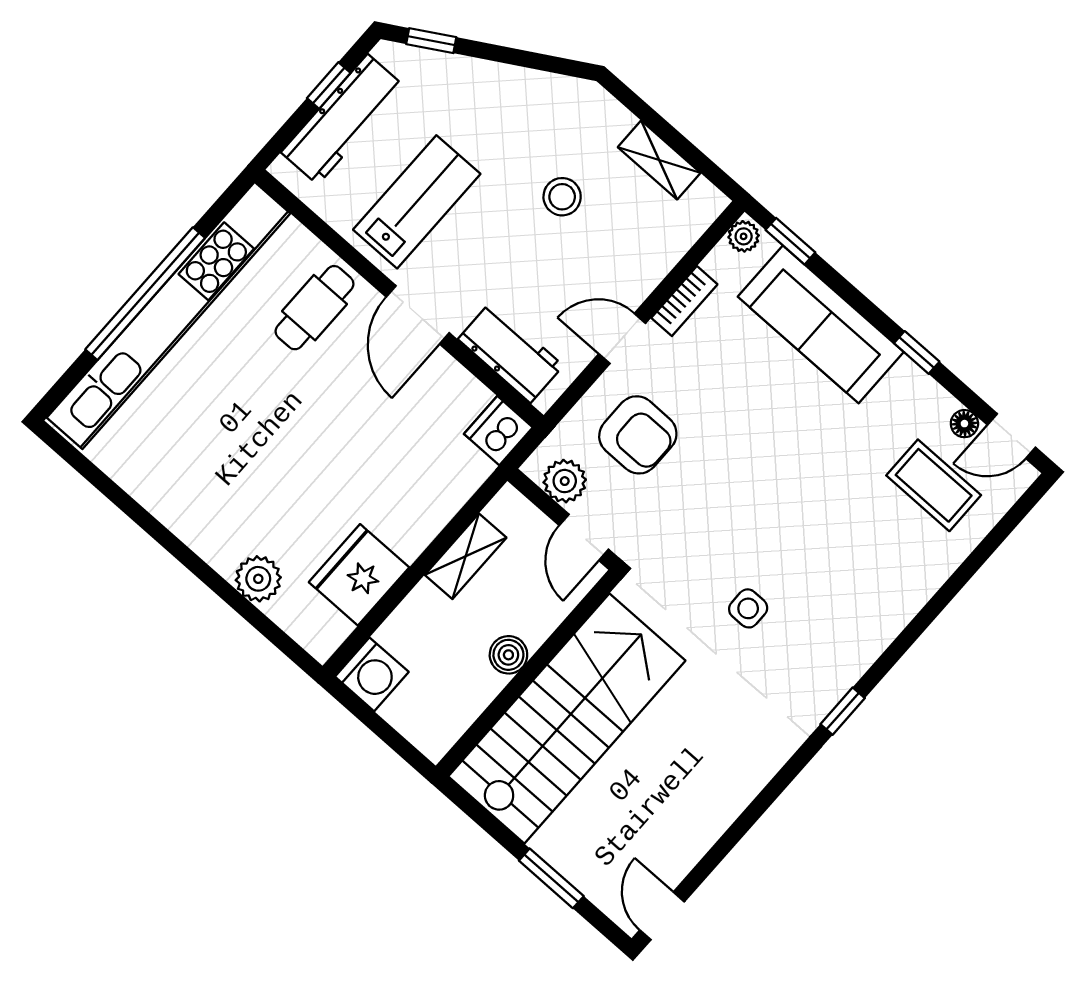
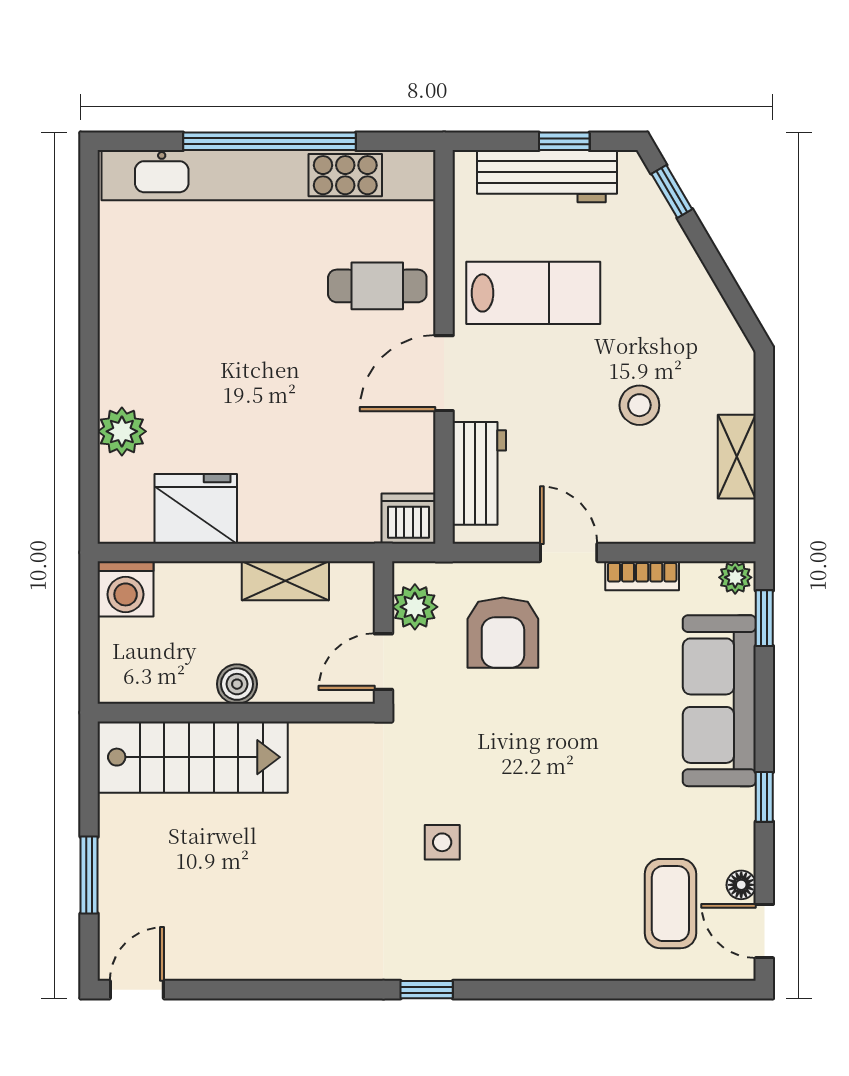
stairs: (567, 719) -> (193, 757), width x0.73, depth x0.66

